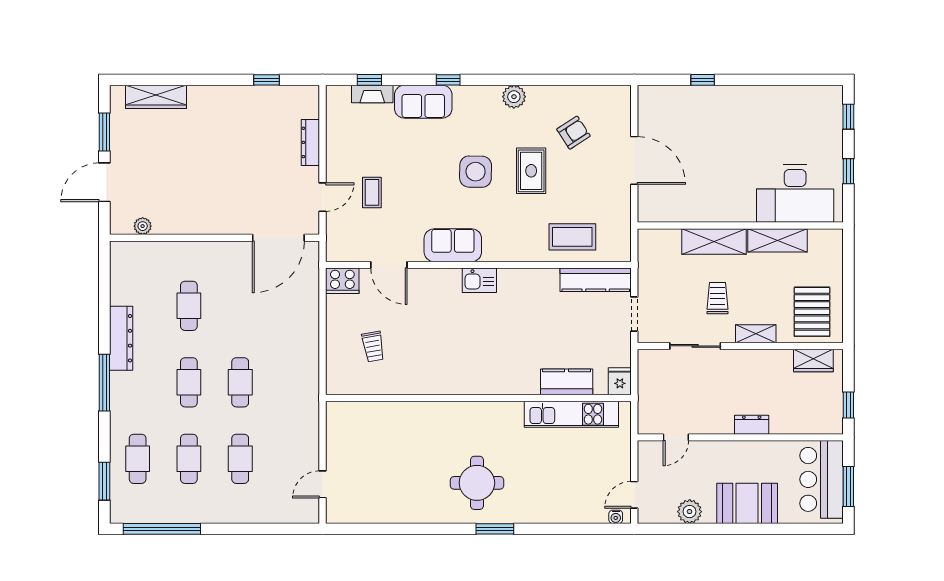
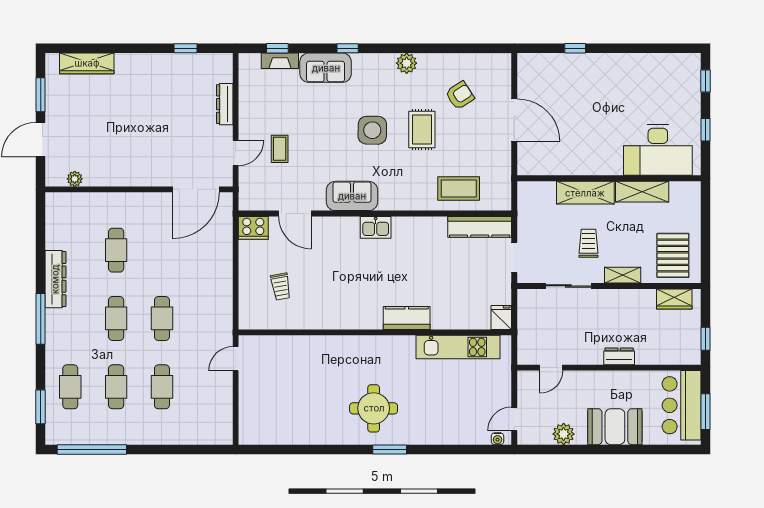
kitchen counter: (567, 382) -> (407, 318), moved
door: (323, 484) -> (236, 359), moved

